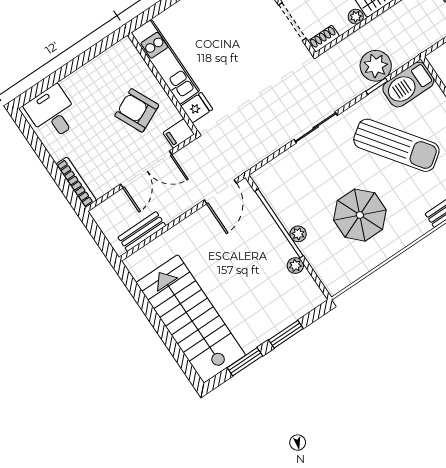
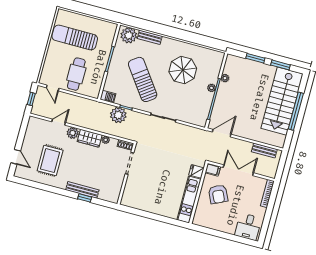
barbecue: (408, 85) -> (108, 97), width x0.53, depth x0.65
window: (159, 326) -> (296, 111), added

